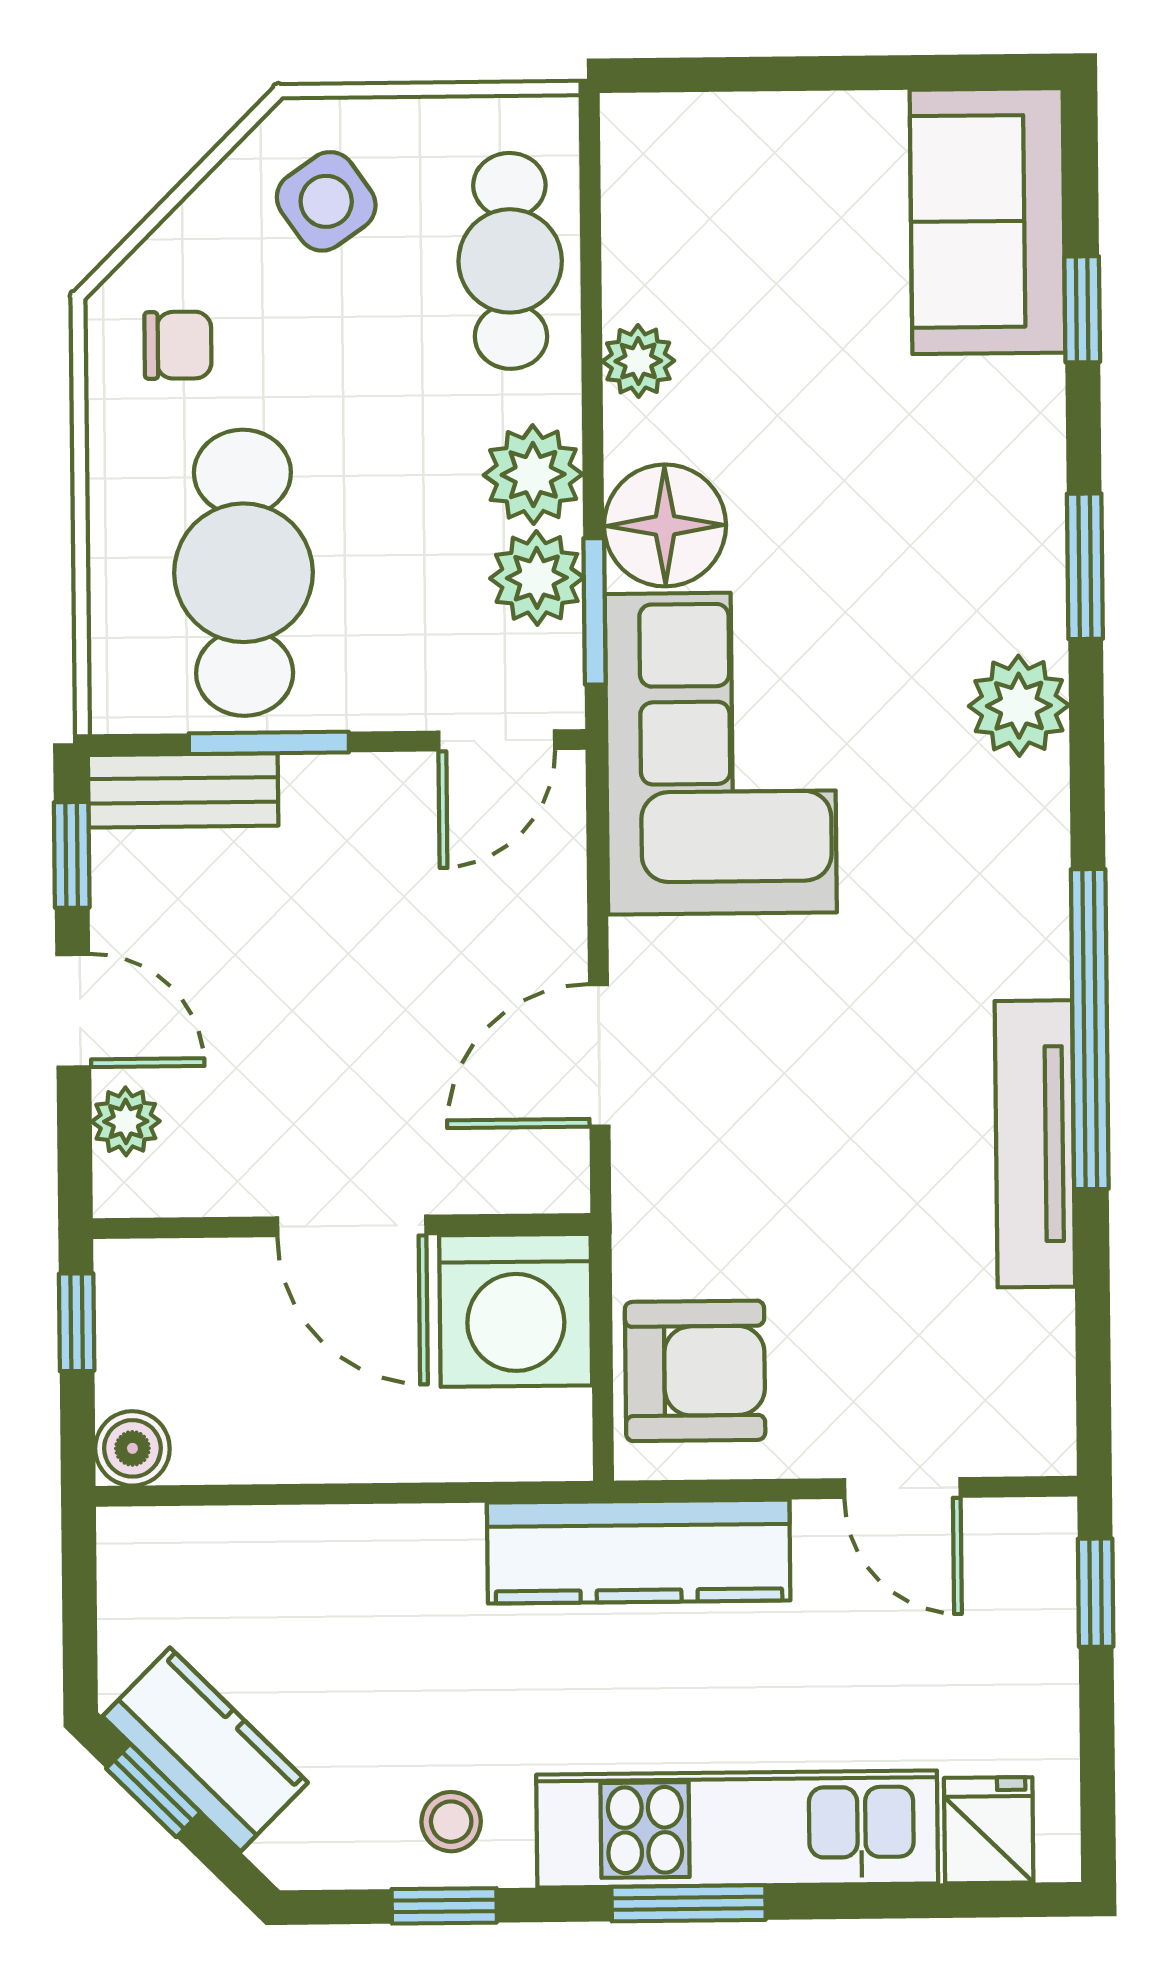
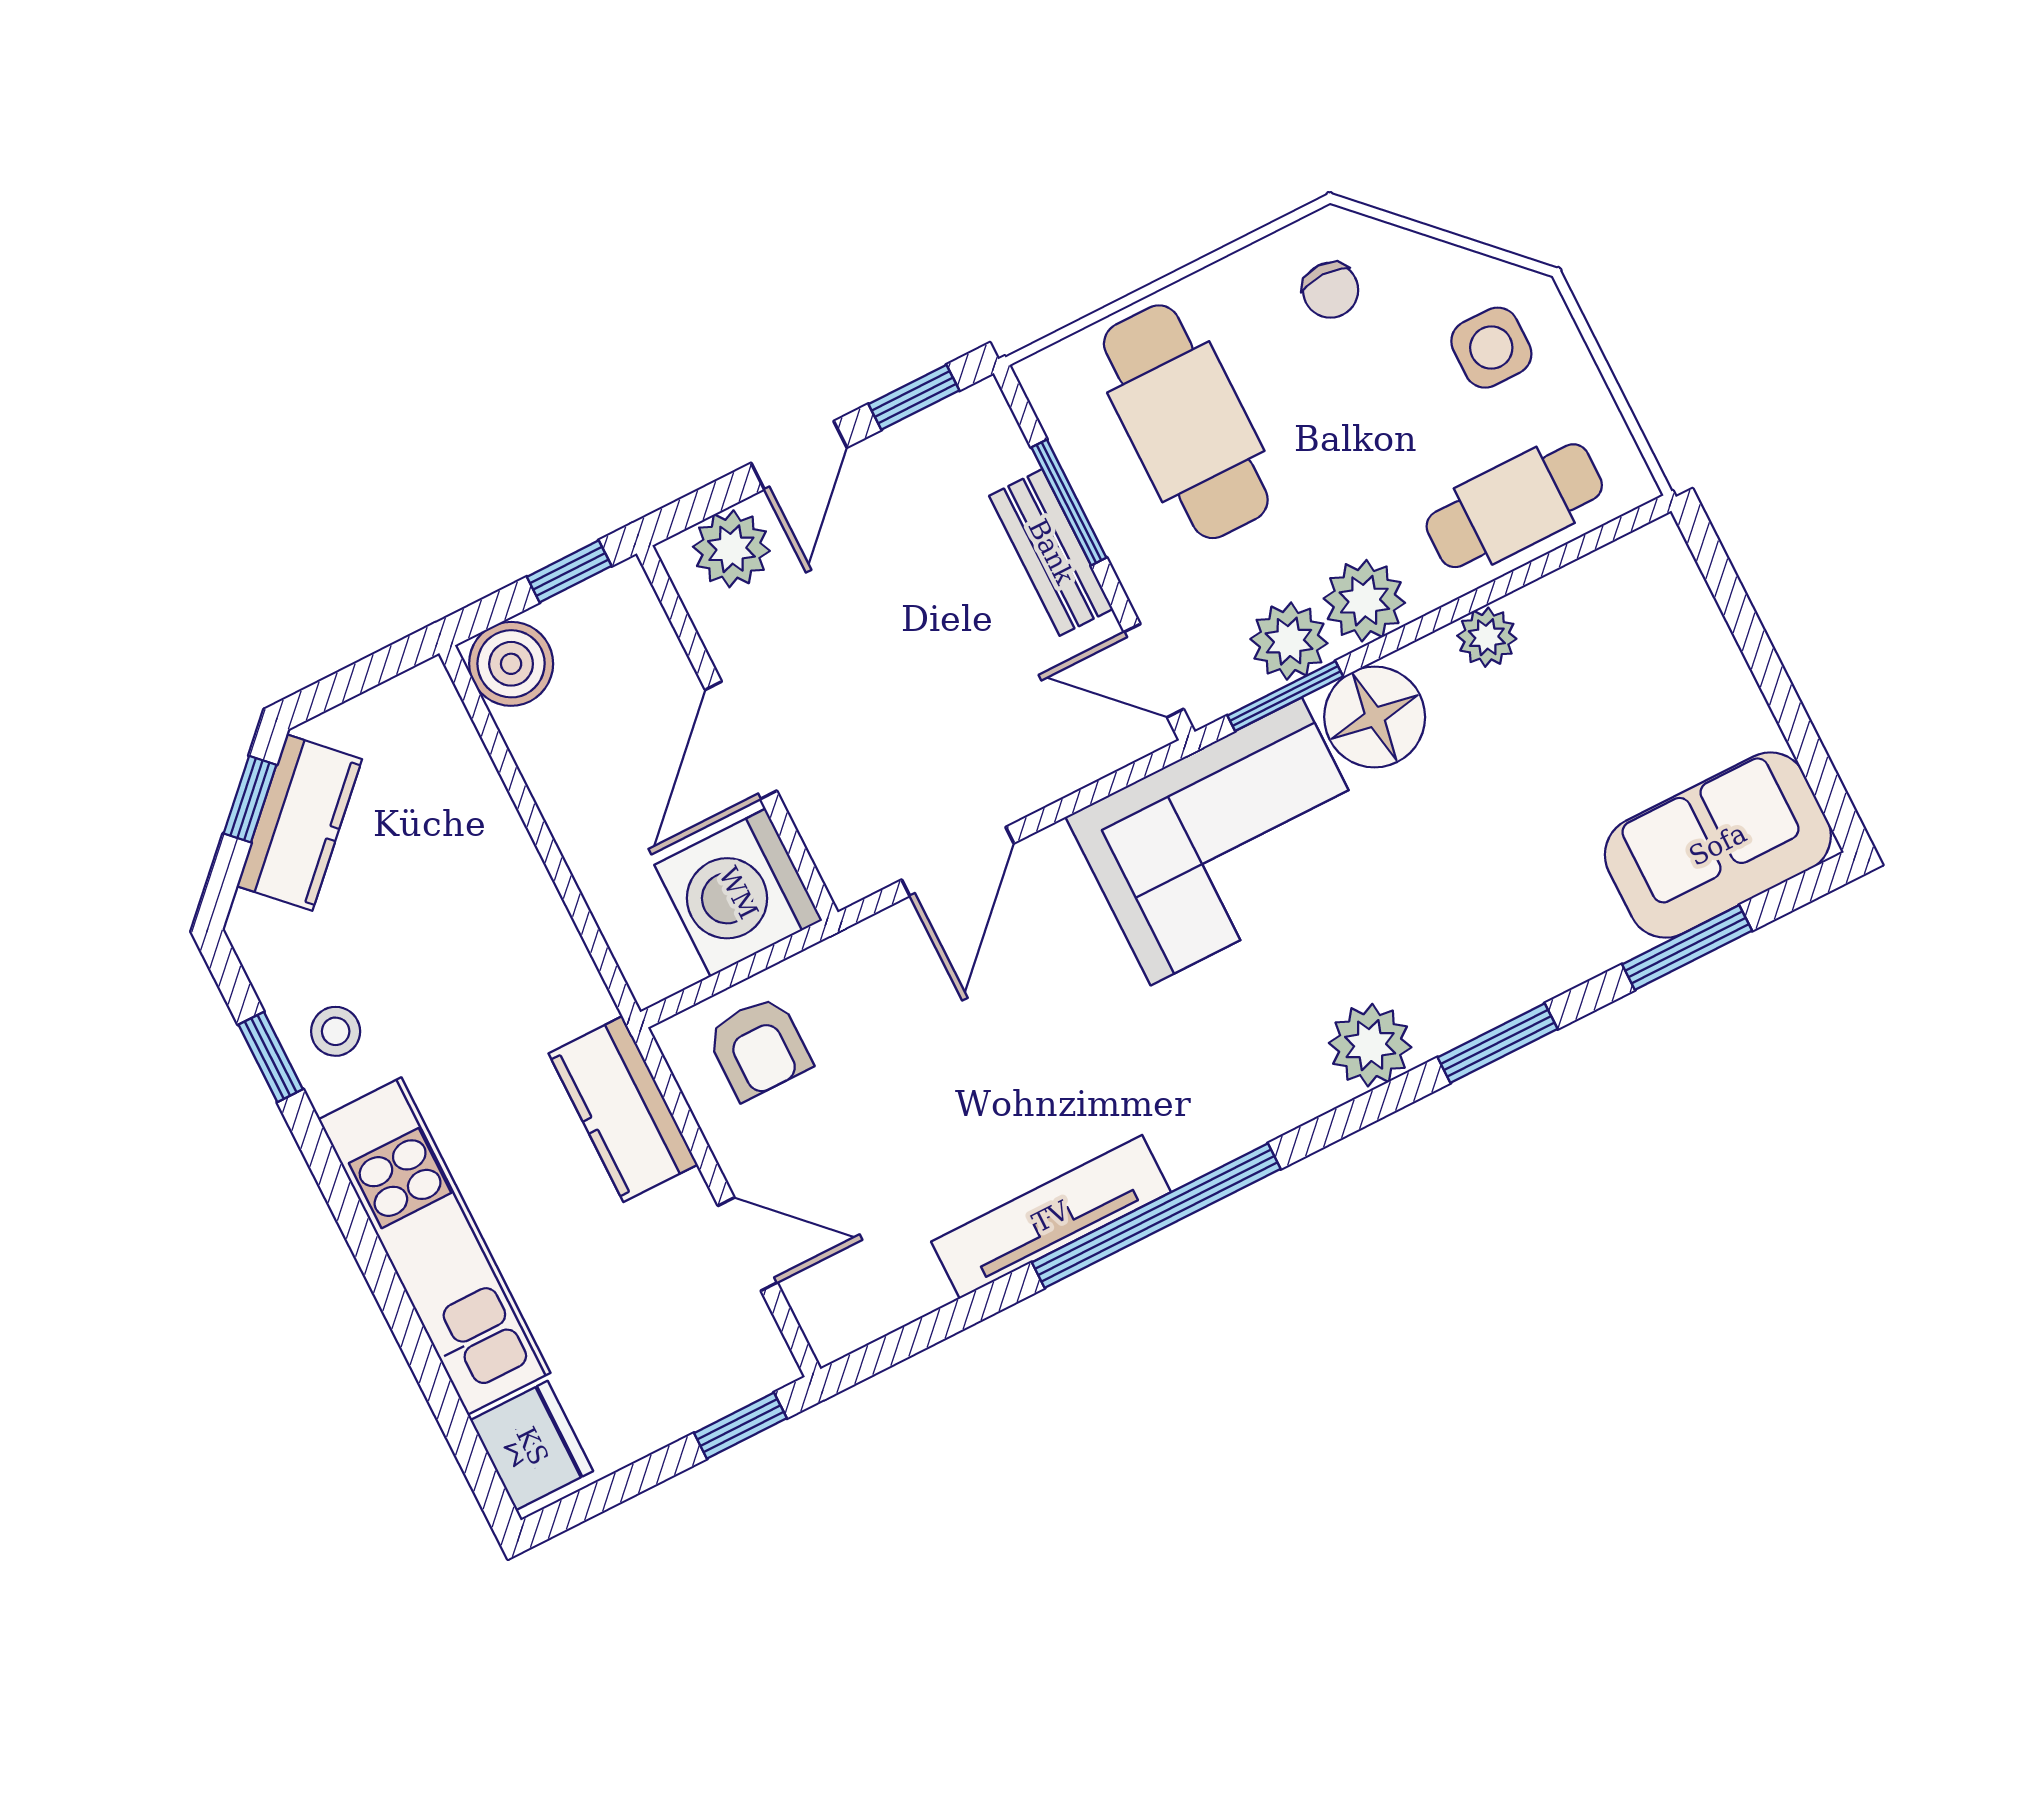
side table: (326, 201) -> (1491, 348), turned 35
window: (1082, 309) -> (1687, 947), width x1.50
cafe table: (244, 573) -> (1186, 422), turned 90
bench: (183, 790) -> (1051, 552), moved
door: (599, 1055) -> (958, 861), swing flipped
plant: (126, 1121) -> (731, 549), width x1.38, depth x1.38
armchair: (695, 1371) -> (759, 1048), width x0.72, depth x0.72
boiler: (132, 1448) -> (511, 664), width x1.36, depth x1.36
door: (902, 1488) -> (748, 1244), swing flipped
kitchen counter: (639, 1552) -> (623, 1109), width x0.67
fridge: (989, 1830) -> (532, 1446), width x1.38
window: (689, 1903) -> (362, 1237), removed

